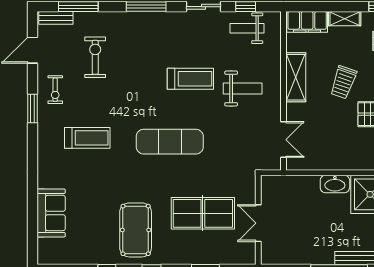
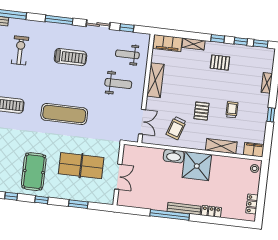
weight bench: (247, 28) -> (127, 54), moved
treadmill: (190, 79) -> (70, 57), moved
trolley: (343, 82) -> (176, 128), moved
double door: (258, 223) -> (118, 177), swing flipped

